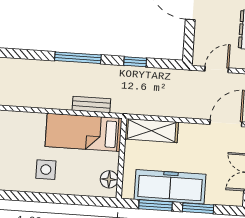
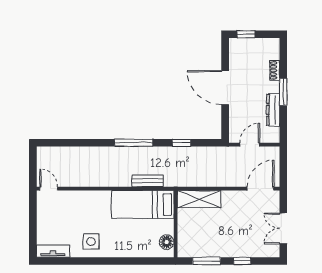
side table: (46, 170) -> (91, 242), moved
freezer: (170, 187) -> (218, 245), removed
window: (198, 208) -> (242, 261), width x0.67

